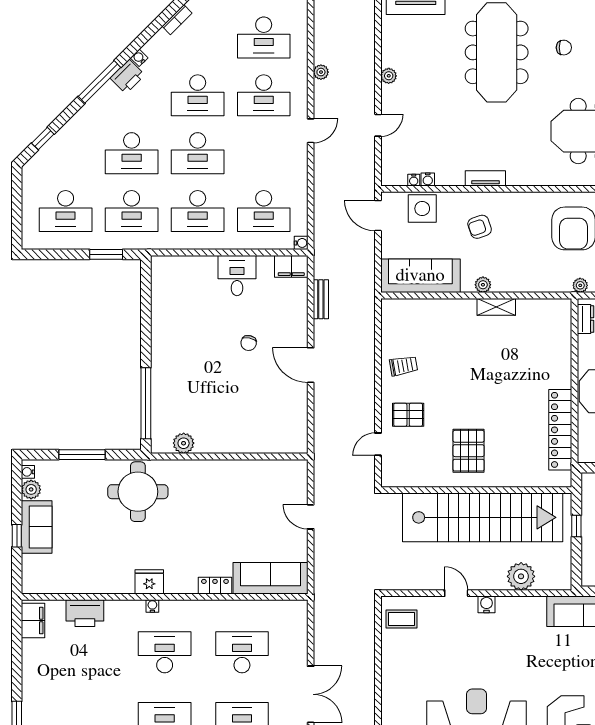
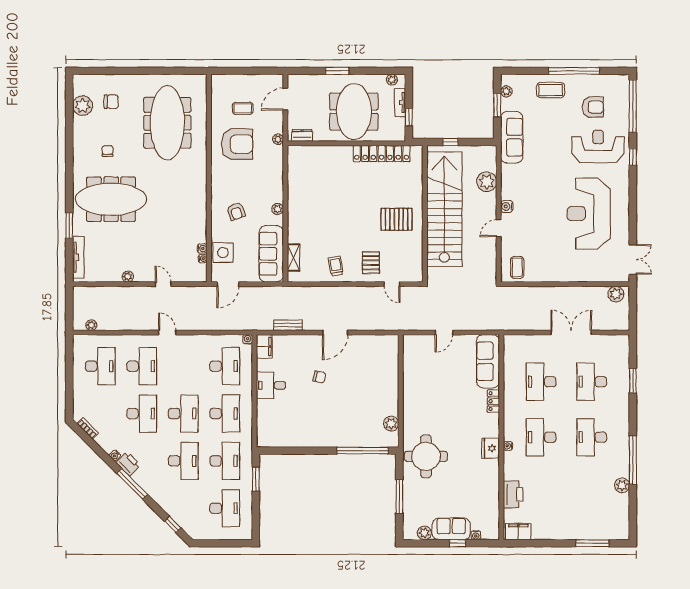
plant: (321, 72) -> (91, 325), moved
tv unit: (485, 178) -> (201, 207), removed
shelving: (496, 307) -> (293, 258), moved
water cooler: (28, 472) -> (476, 535), moved

